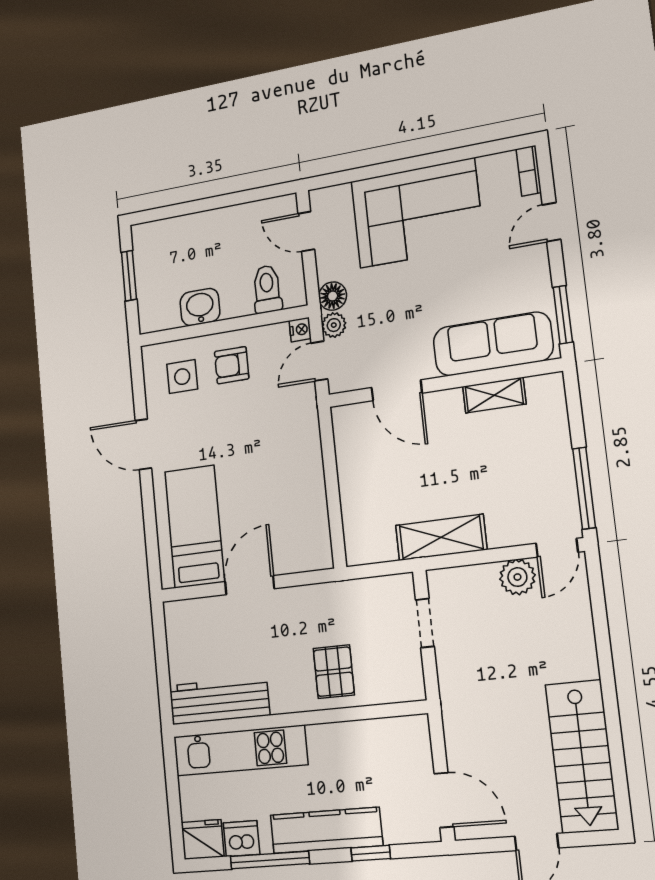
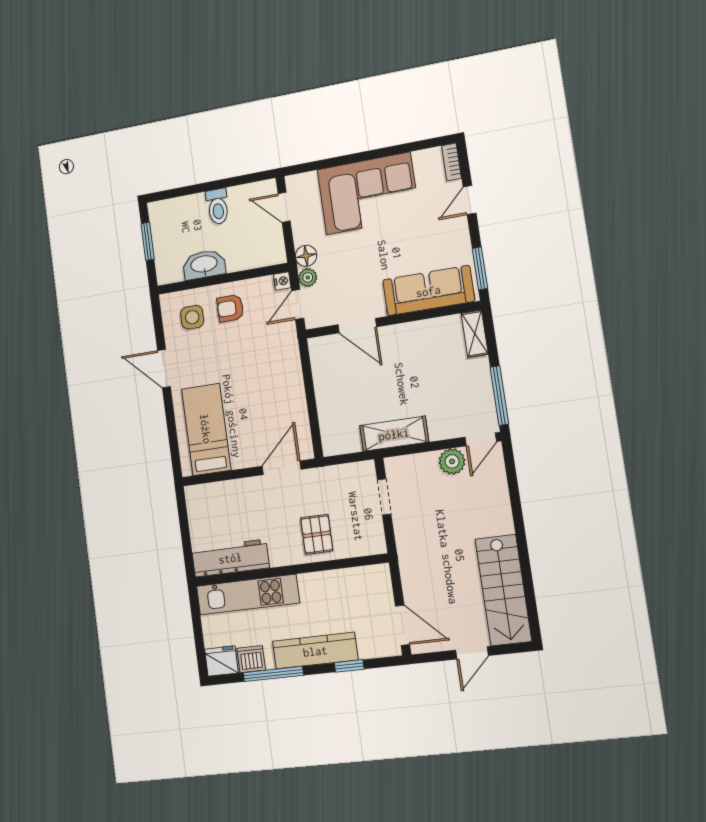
toilet: (267, 289) -> (218, 206), moved, turned 180
washbasin: (200, 307) -> (204, 265), width x1.38
shelving: (494, 395) -> (475, 334), moved, turned 90
door: (250, 585) -> (282, 468), moved

